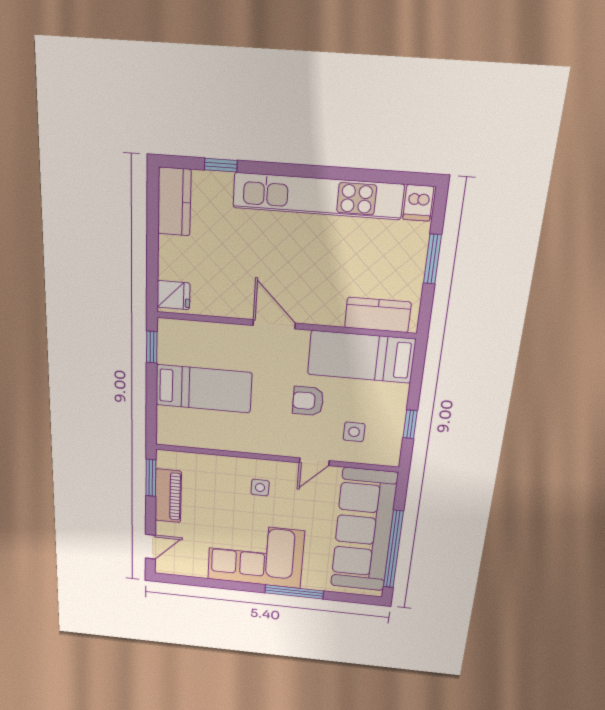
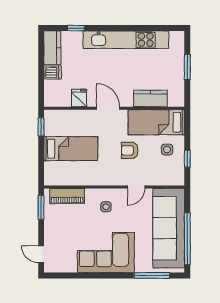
dishwasher: (418, 203) -> (53, 72), moved, turned -90
fridge: (173, 295) -> (79, 98), moved, turned -90
kitchen counter: (378, 315) -> (150, 98), moved
side table: (354, 432) -> (167, 150), moved
piano: (168, 496) -> (67, 196), moved, turned 90
door: (150, 547) -> (41, 254), swing flipped
window: (294, 592) -> (152, 276), moved

